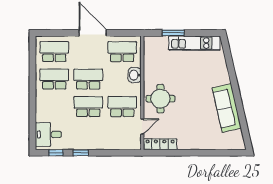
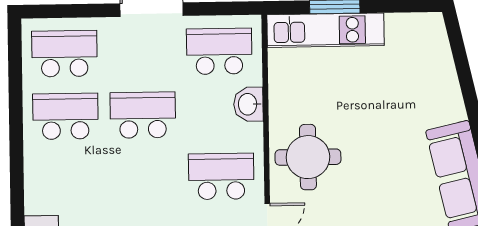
kitchen unit: (194, 43) -> (326, 30), moved
school desk: (88, 107) -> (144, 178), removed

